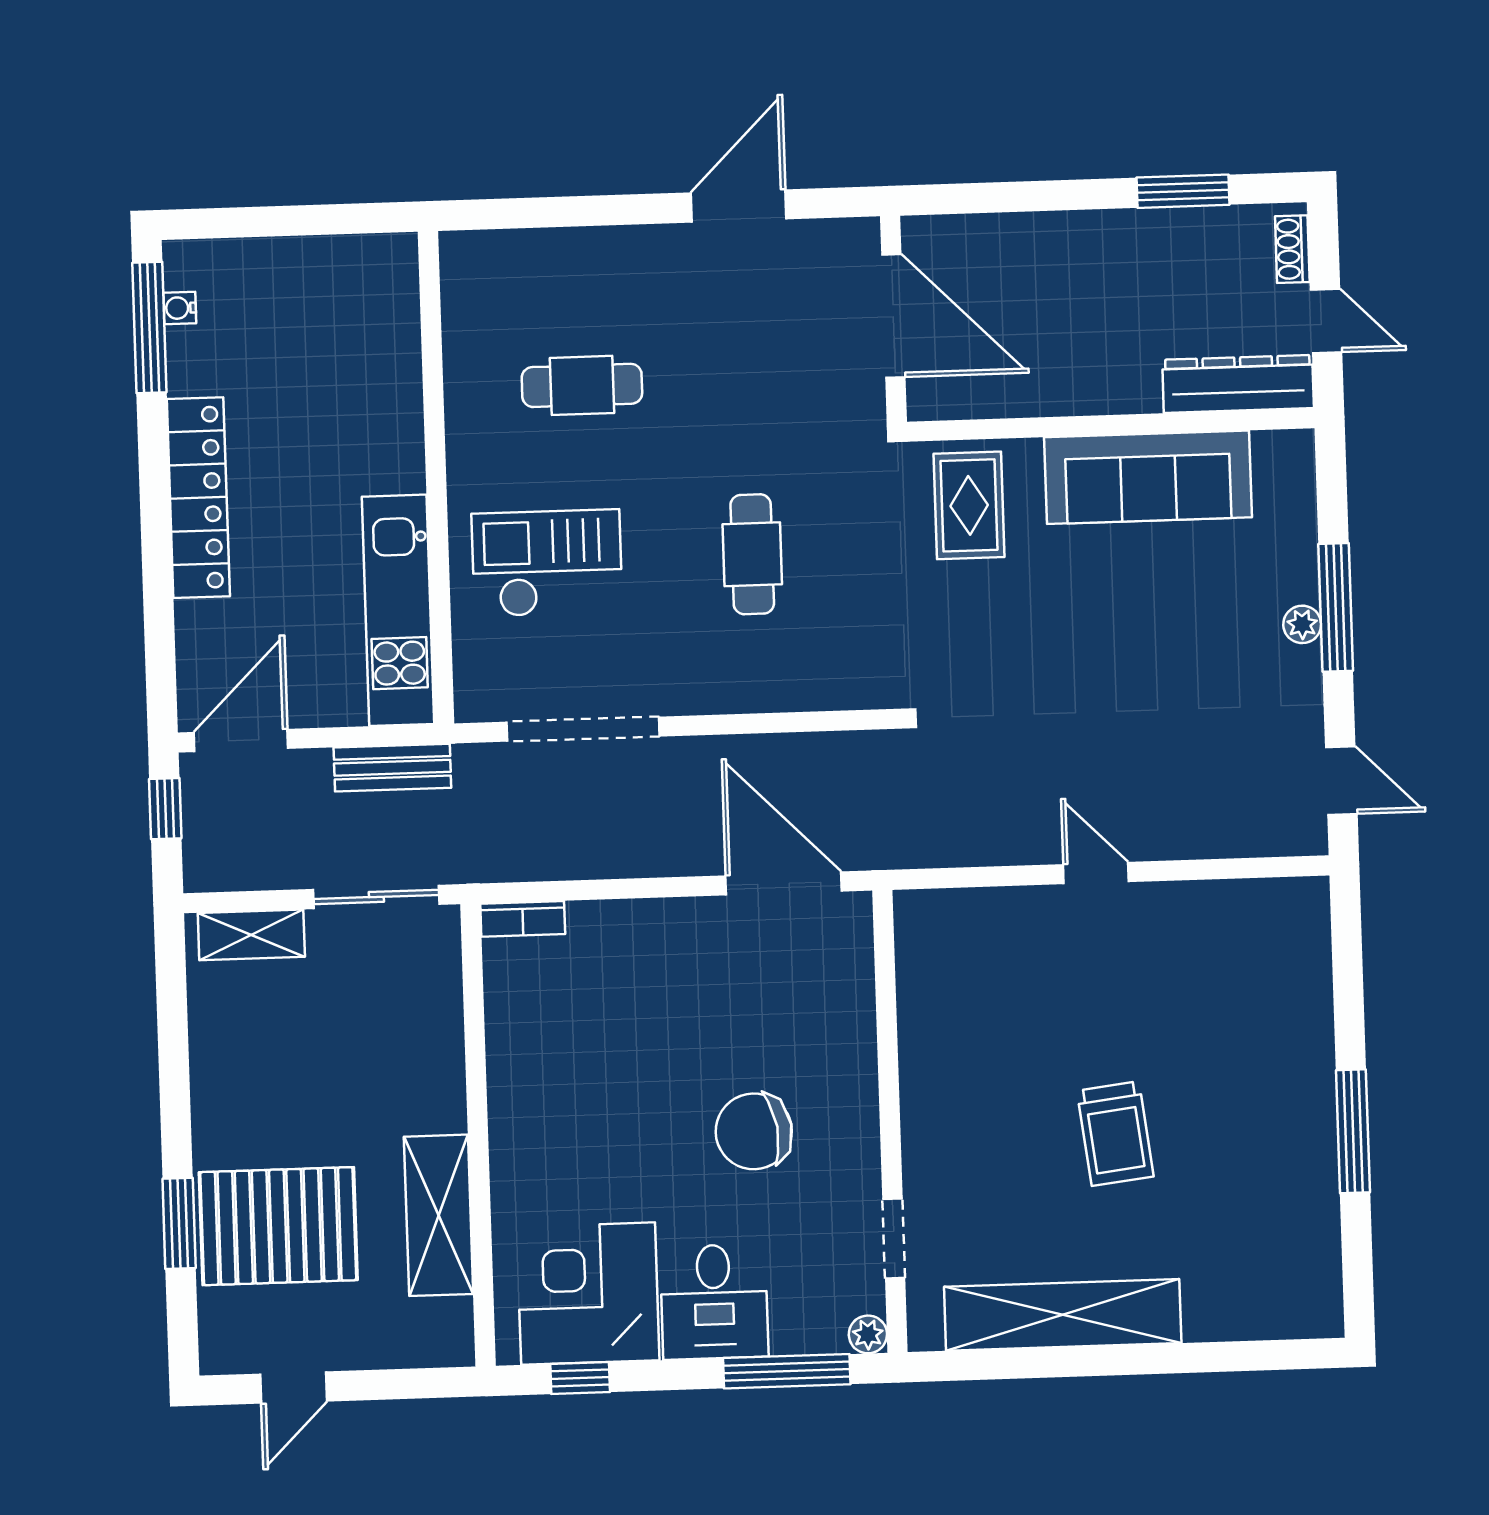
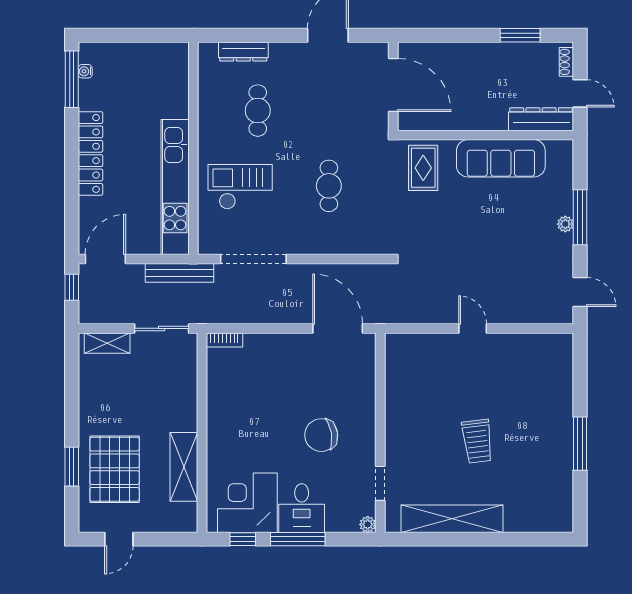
dresser: (544, 250) -> (243, 51), added
cafe table: (582, 385) -> (258, 111), turned 90
kitchen unit: (398, 610) -> (175, 187), width x1.36
bench: (392, 768) -> (180, 273), width x1.36
pallet: (278, 1226) -> (115, 469), turned 90
window: (787, 1371) -> (298, 539), moved

